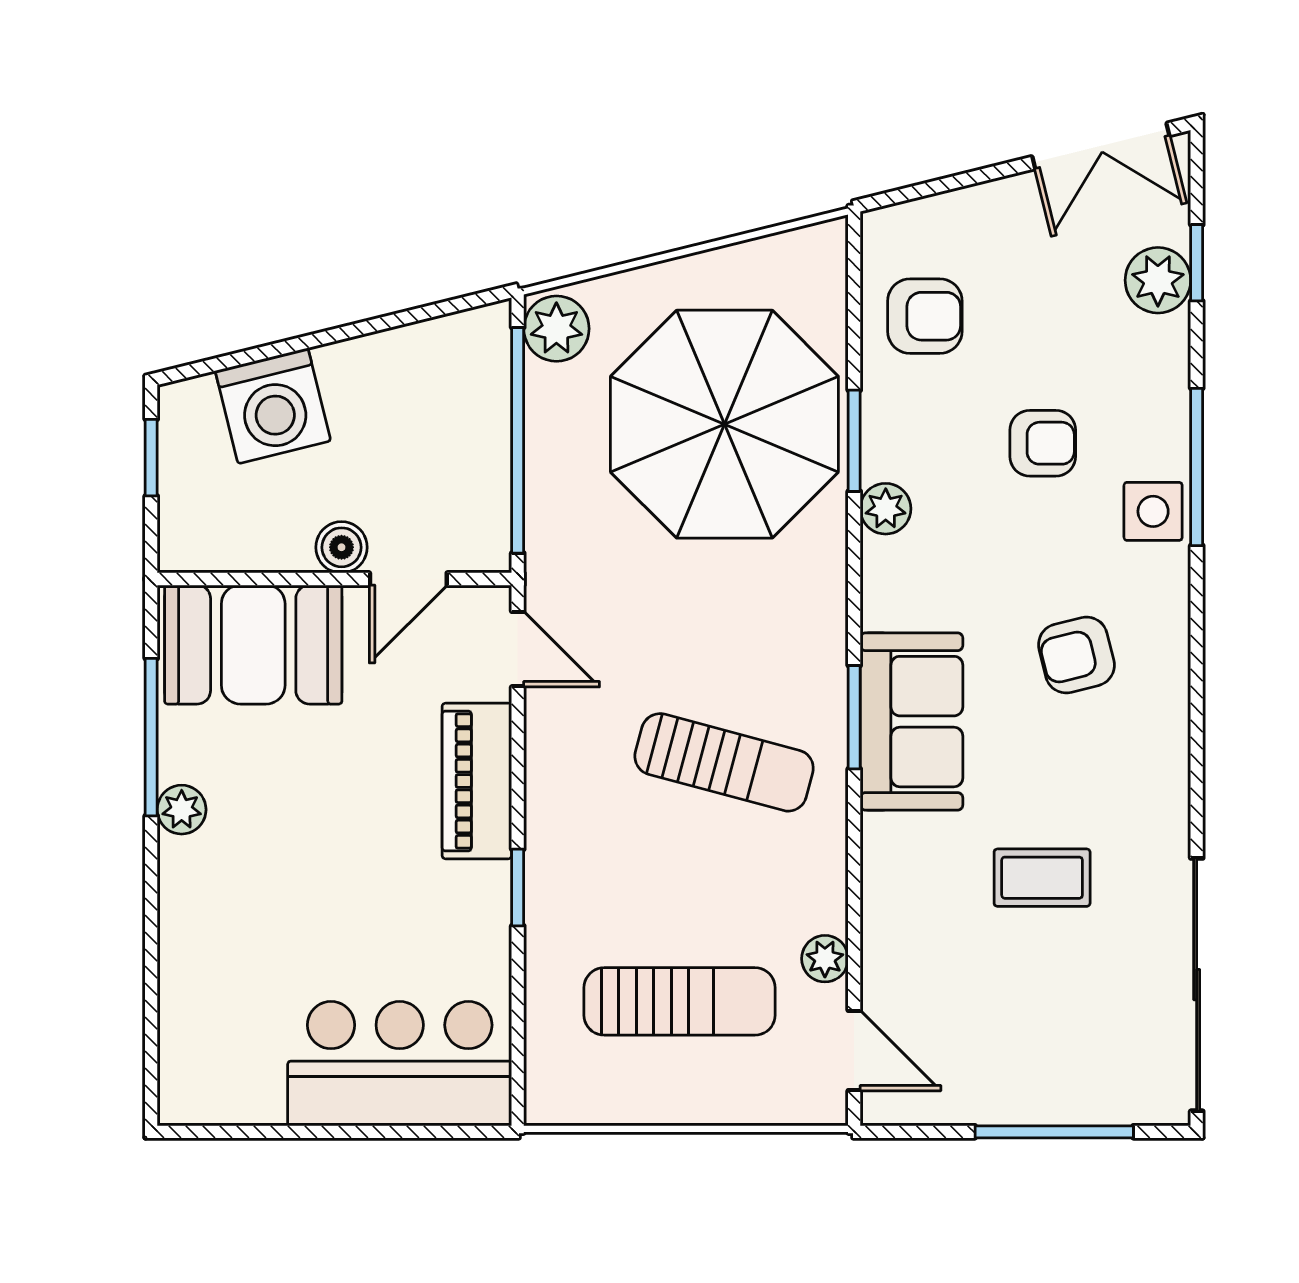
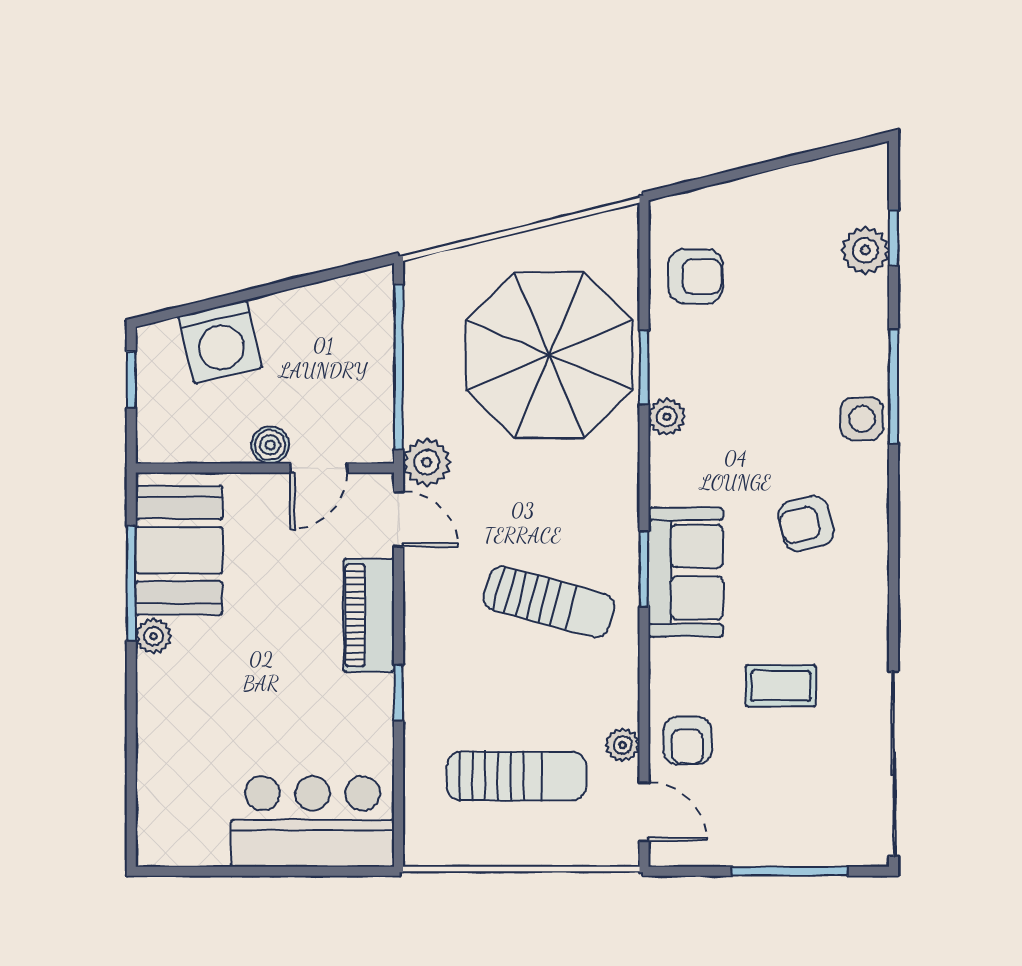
double door: (1101, 146) -> (824, 152), removed
plant: (556, 329) -> (427, 462), moved
armchair: (1043, 443) -> (687, 741), moved, turned 90
booth: (253, 645) -> (179, 550), moved, turned 90

